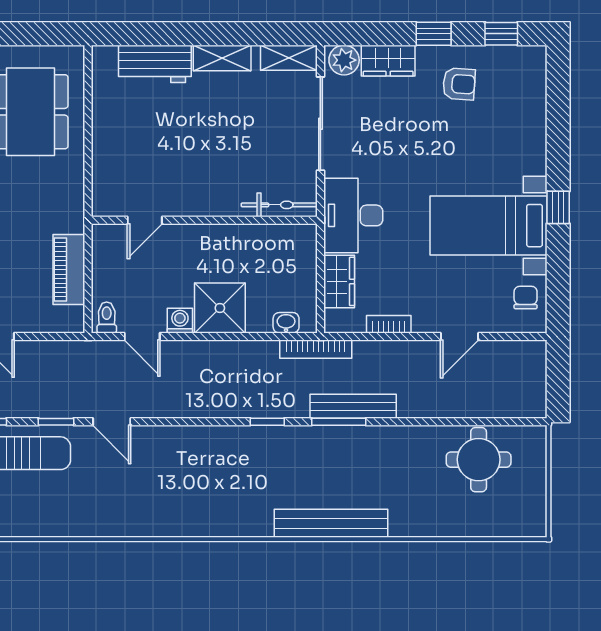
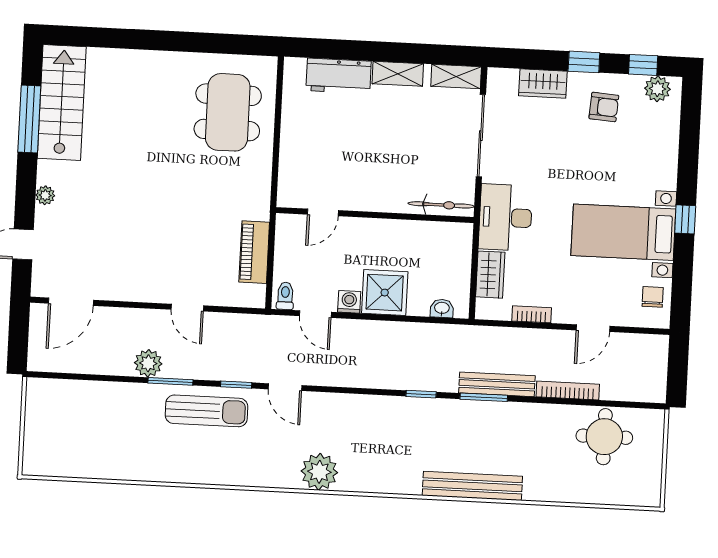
plant: (344, 60) -> (657, 89), moved
bookcase: (316, 349) -> (568, 390), moved, turned 180
plant: (156, 516) -> (319, 472), added

